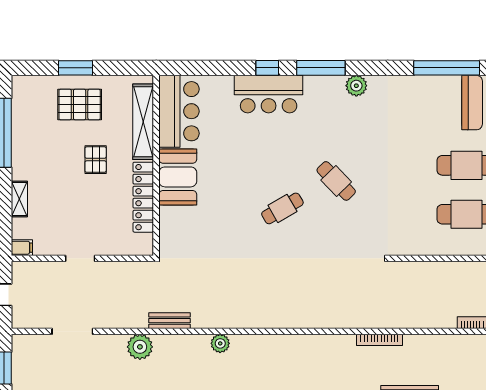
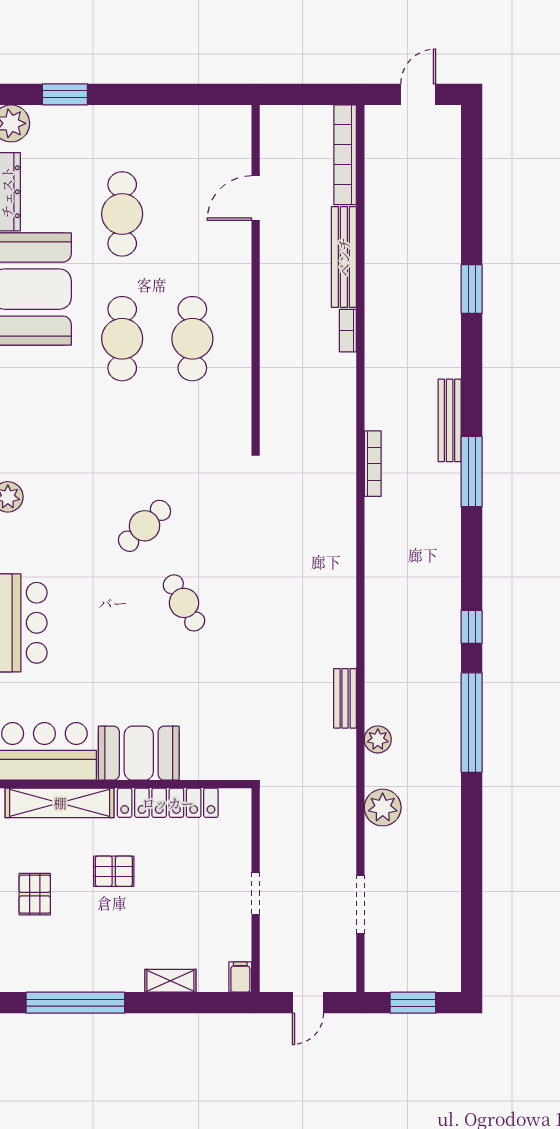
pallet: (80, 104) -> (35, 894), width x0.67, depth x0.71
bench: (169, 321) -> (345, 698), moved
plant: (220, 343) -> (378, 739), moved

